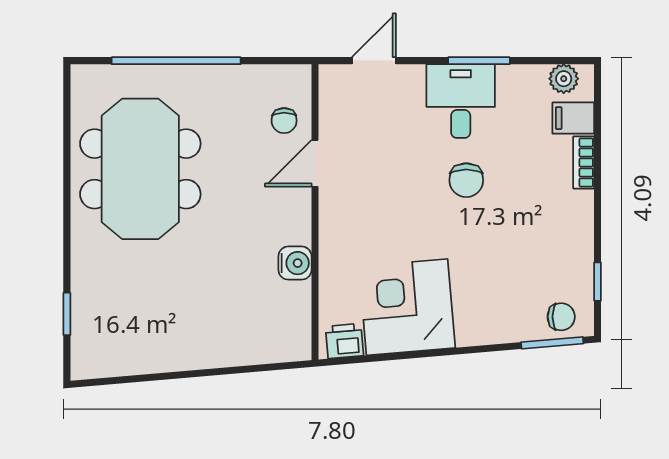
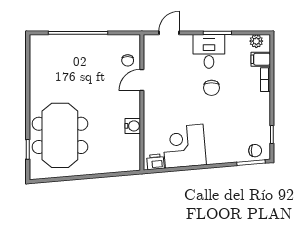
meeting table: (140, 169) -> (60, 135), moved

